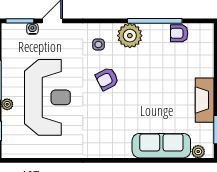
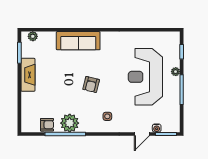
plant: (130, 36) -> (70, 123), moved
armchair: (107, 79) -> (91, 84), moved, turned 131
sofa: (161, 146) -> (78, 41), moved

